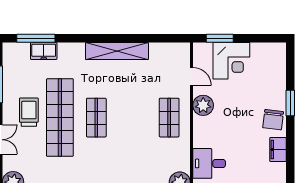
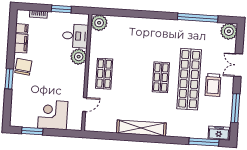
window: (220, 38) -> (32, 131), moved
freezer: (44, 51) -> (219, 133), moved
door: (192, 76) -> (85, 105), swing flipped
plant: (203, 105) -> (79, 57), moved
filing cabinet: (278, 169) -> (22, 28), added

